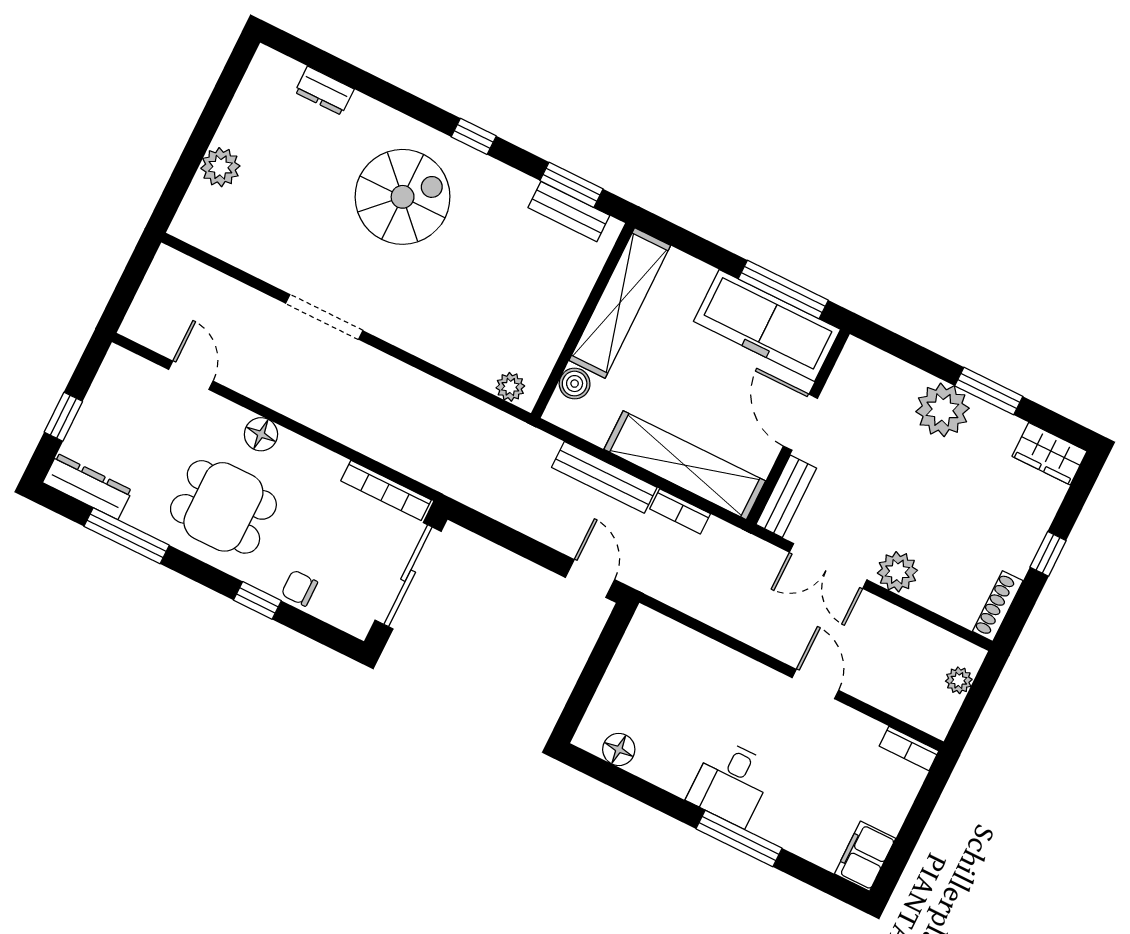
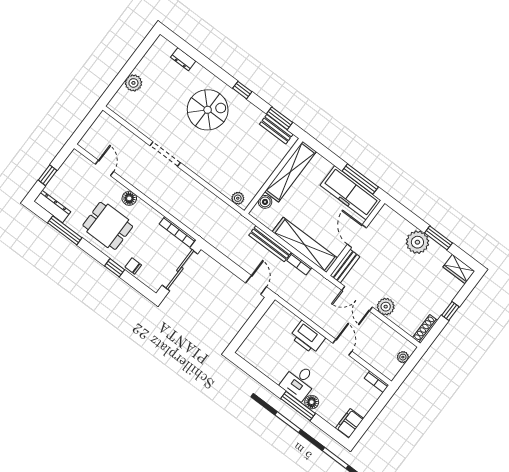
printer: (731, 676) -> (308, 337), added
floor lamp: (619, 749) -> (312, 402), moved

